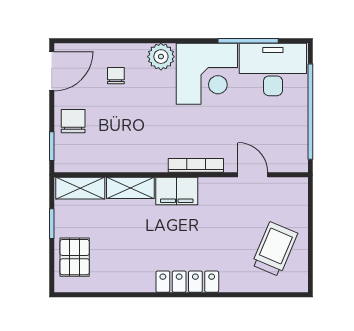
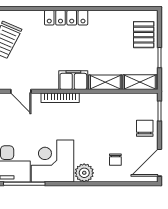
chair: (73, 121) -> (145, 128), turned 180

